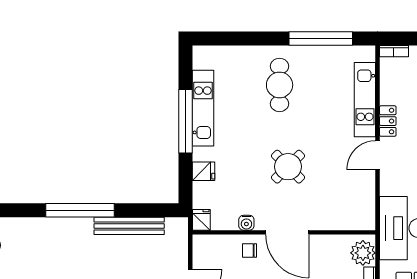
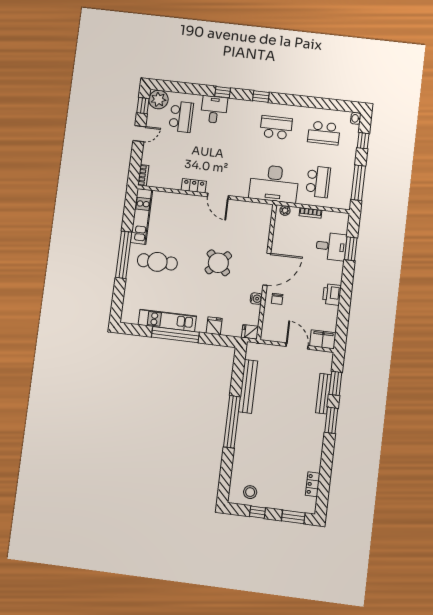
window: (321, 39) -> (124, 255), moved
kitchen unit: (365, 100) -> (142, 216), moved, turned -90
plant: (363, 253) -> (285, 211), width x0.53, depth x0.53

